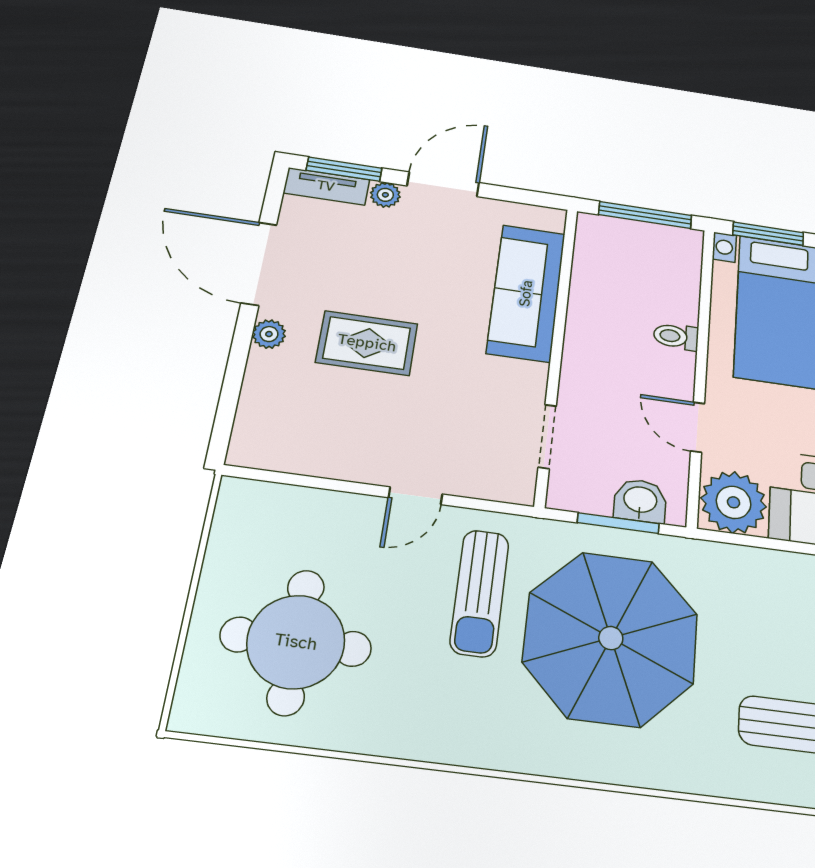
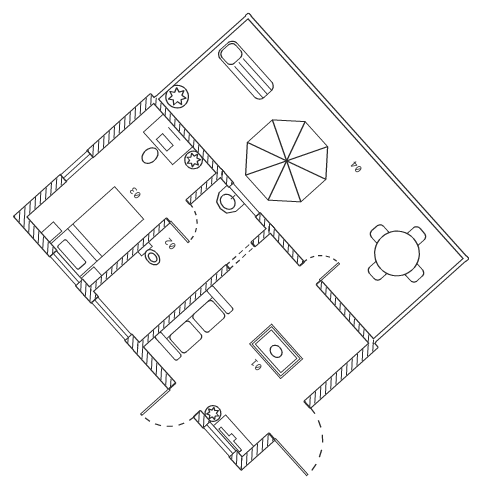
plant: (269, 334) -> (310, 385), removed
plant: (734, 502) -> (194, 160), width x0.53, depth x0.53
sun lounger: (480, 593) -> (319, 217), removed

